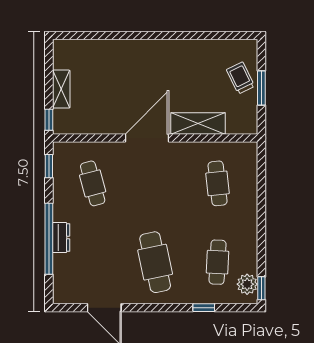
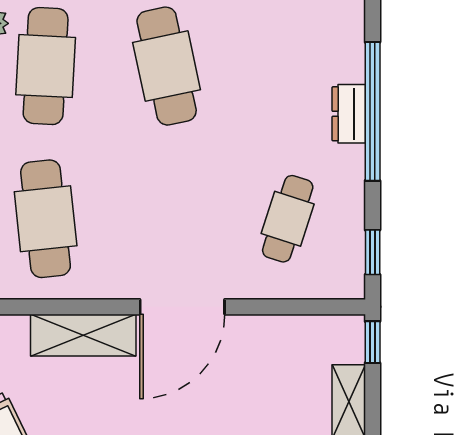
cafe table: (93, 183) -> (288, 219), turned 33
cafe table: (218, 183) -> (46, 219), width x1.37, depth x1.35
cafe table: (218, 262) -> (46, 66), width x1.37, depth x1.35

